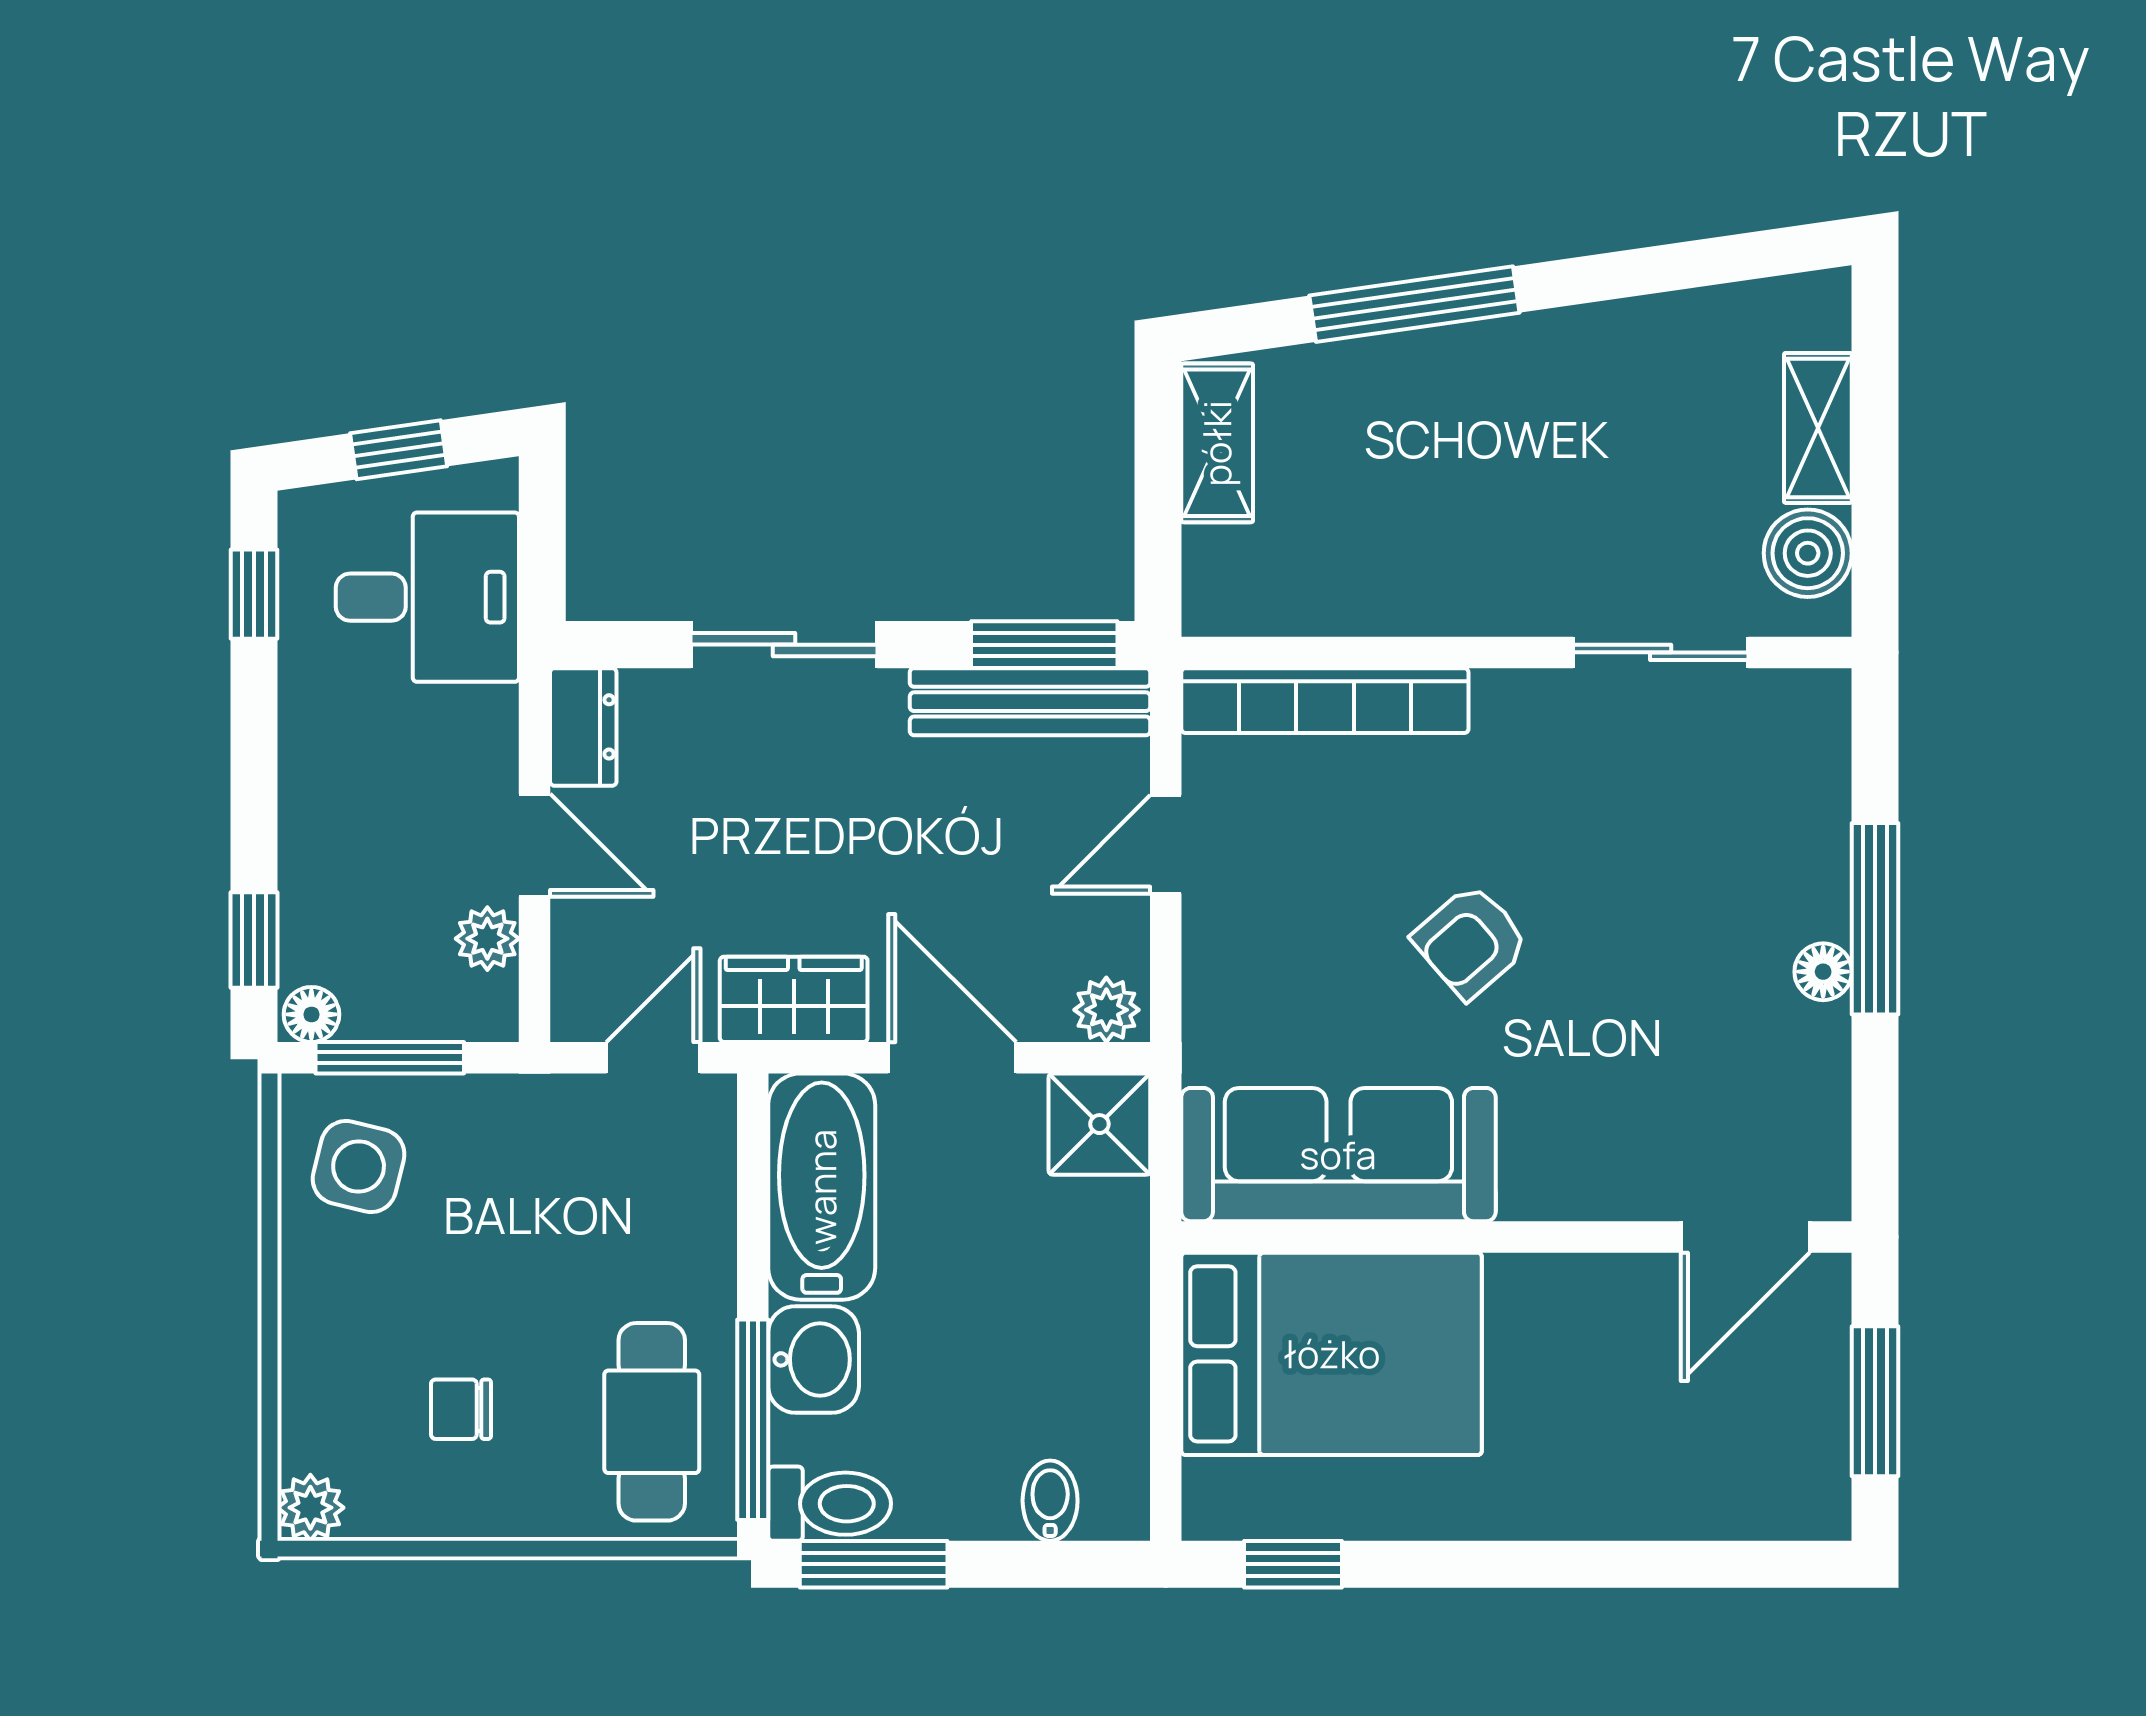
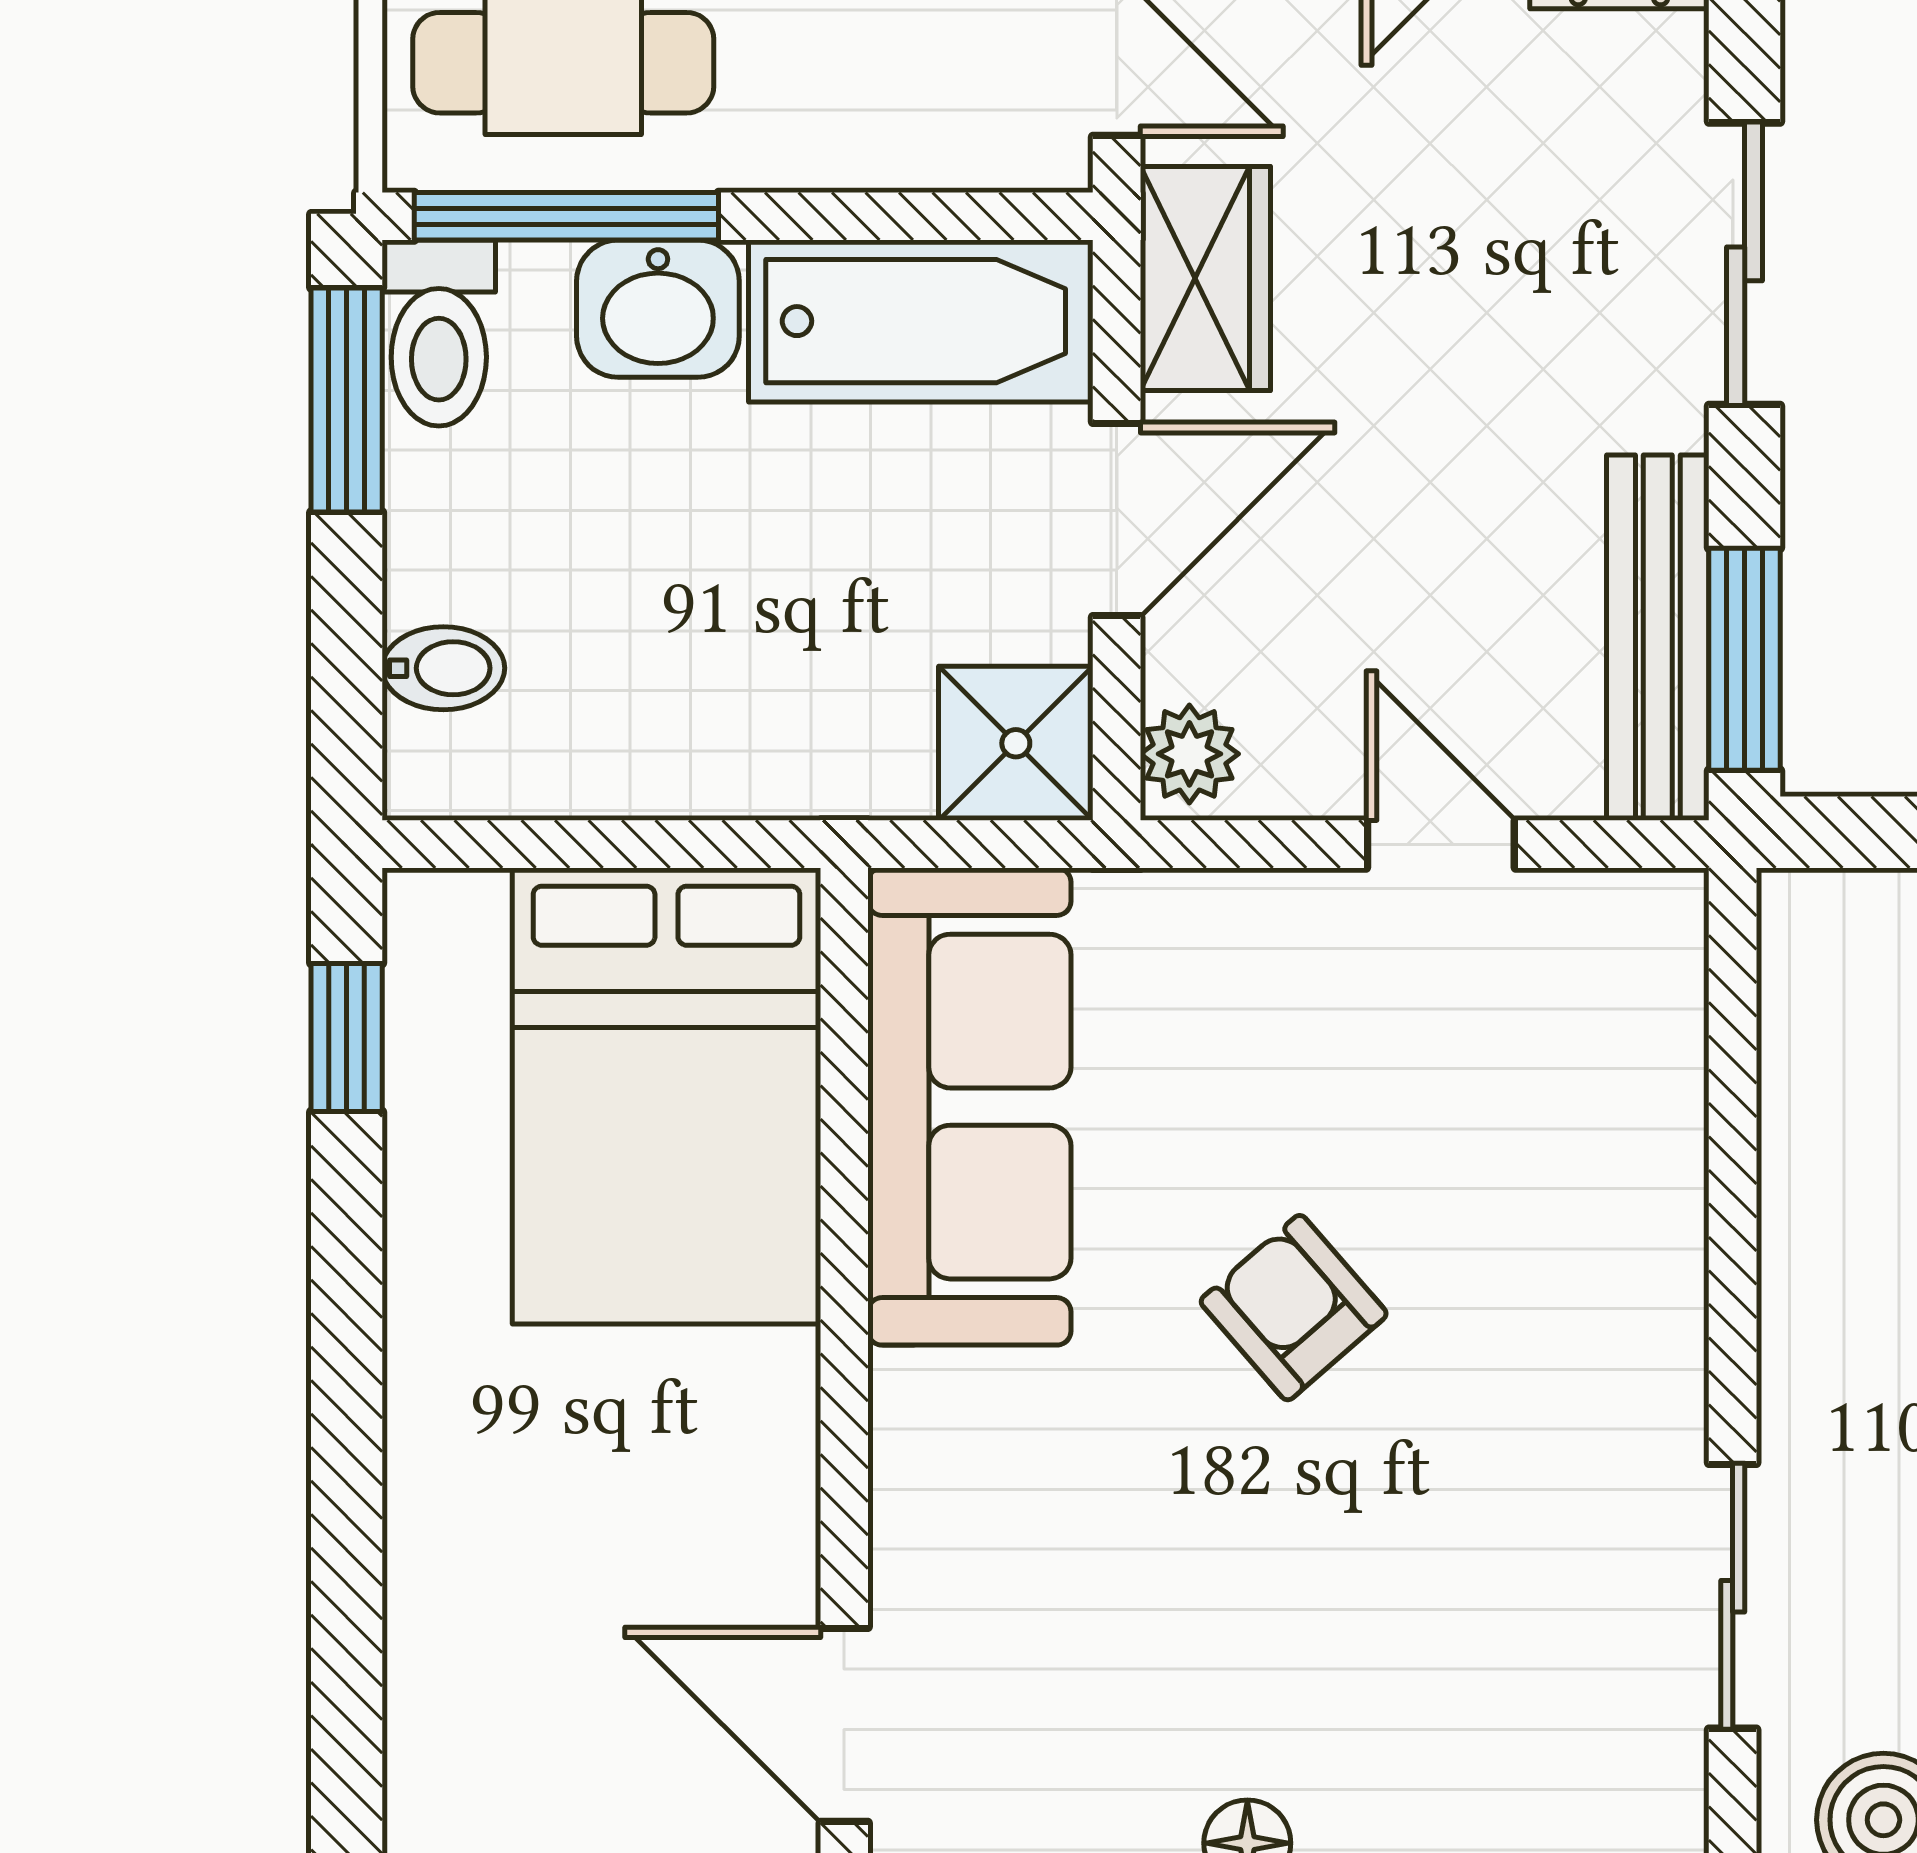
bookcase: (1325, 701) -> (1659, 1086), removed

